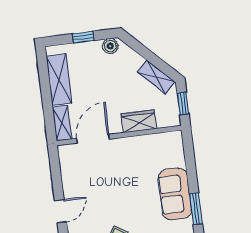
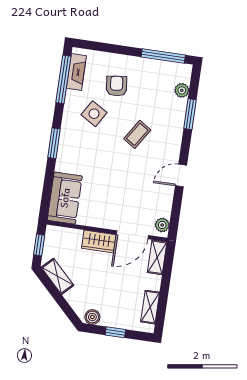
shelving: (59, 80) -> (150, 307), width x0.67, depth x0.75
wardrobe: (139, 121) -> (99, 241), moved
plant: (66, 157) -> (162, 225), added
sofa: (175, 194) -> (65, 198), moved

